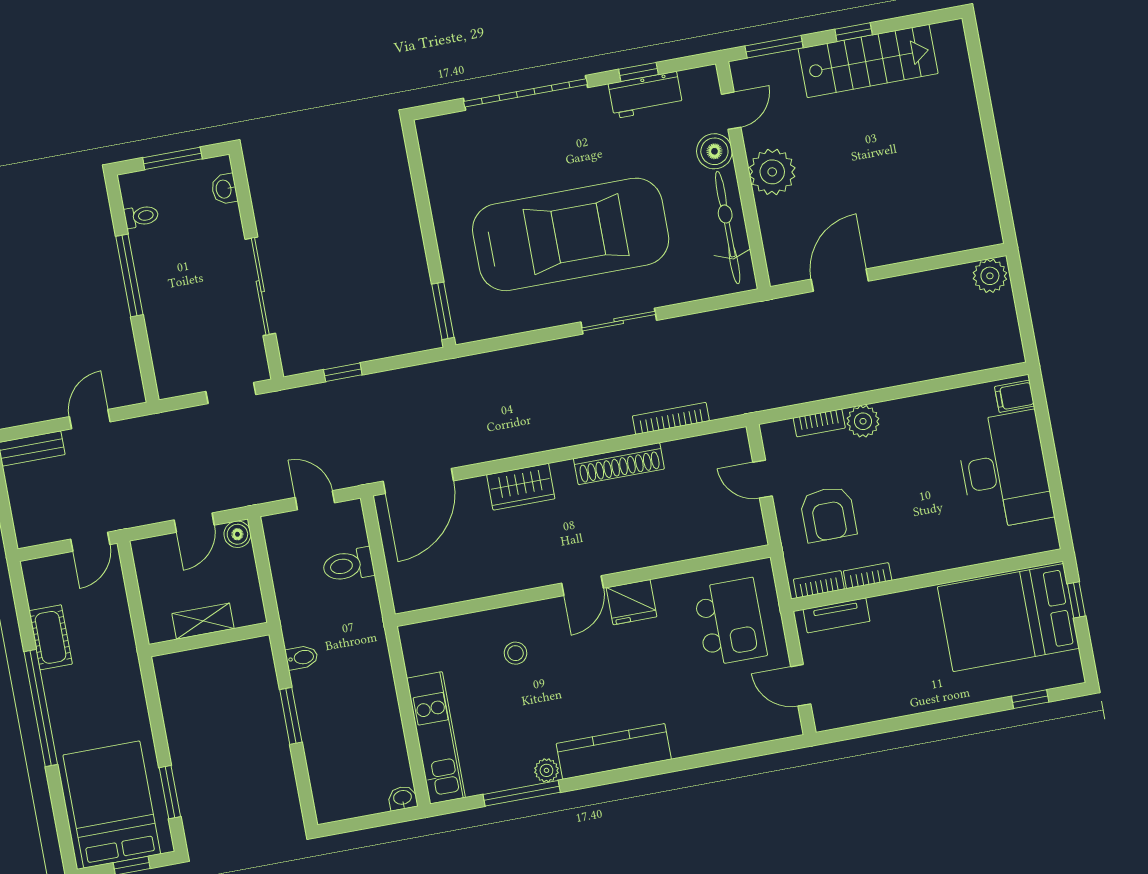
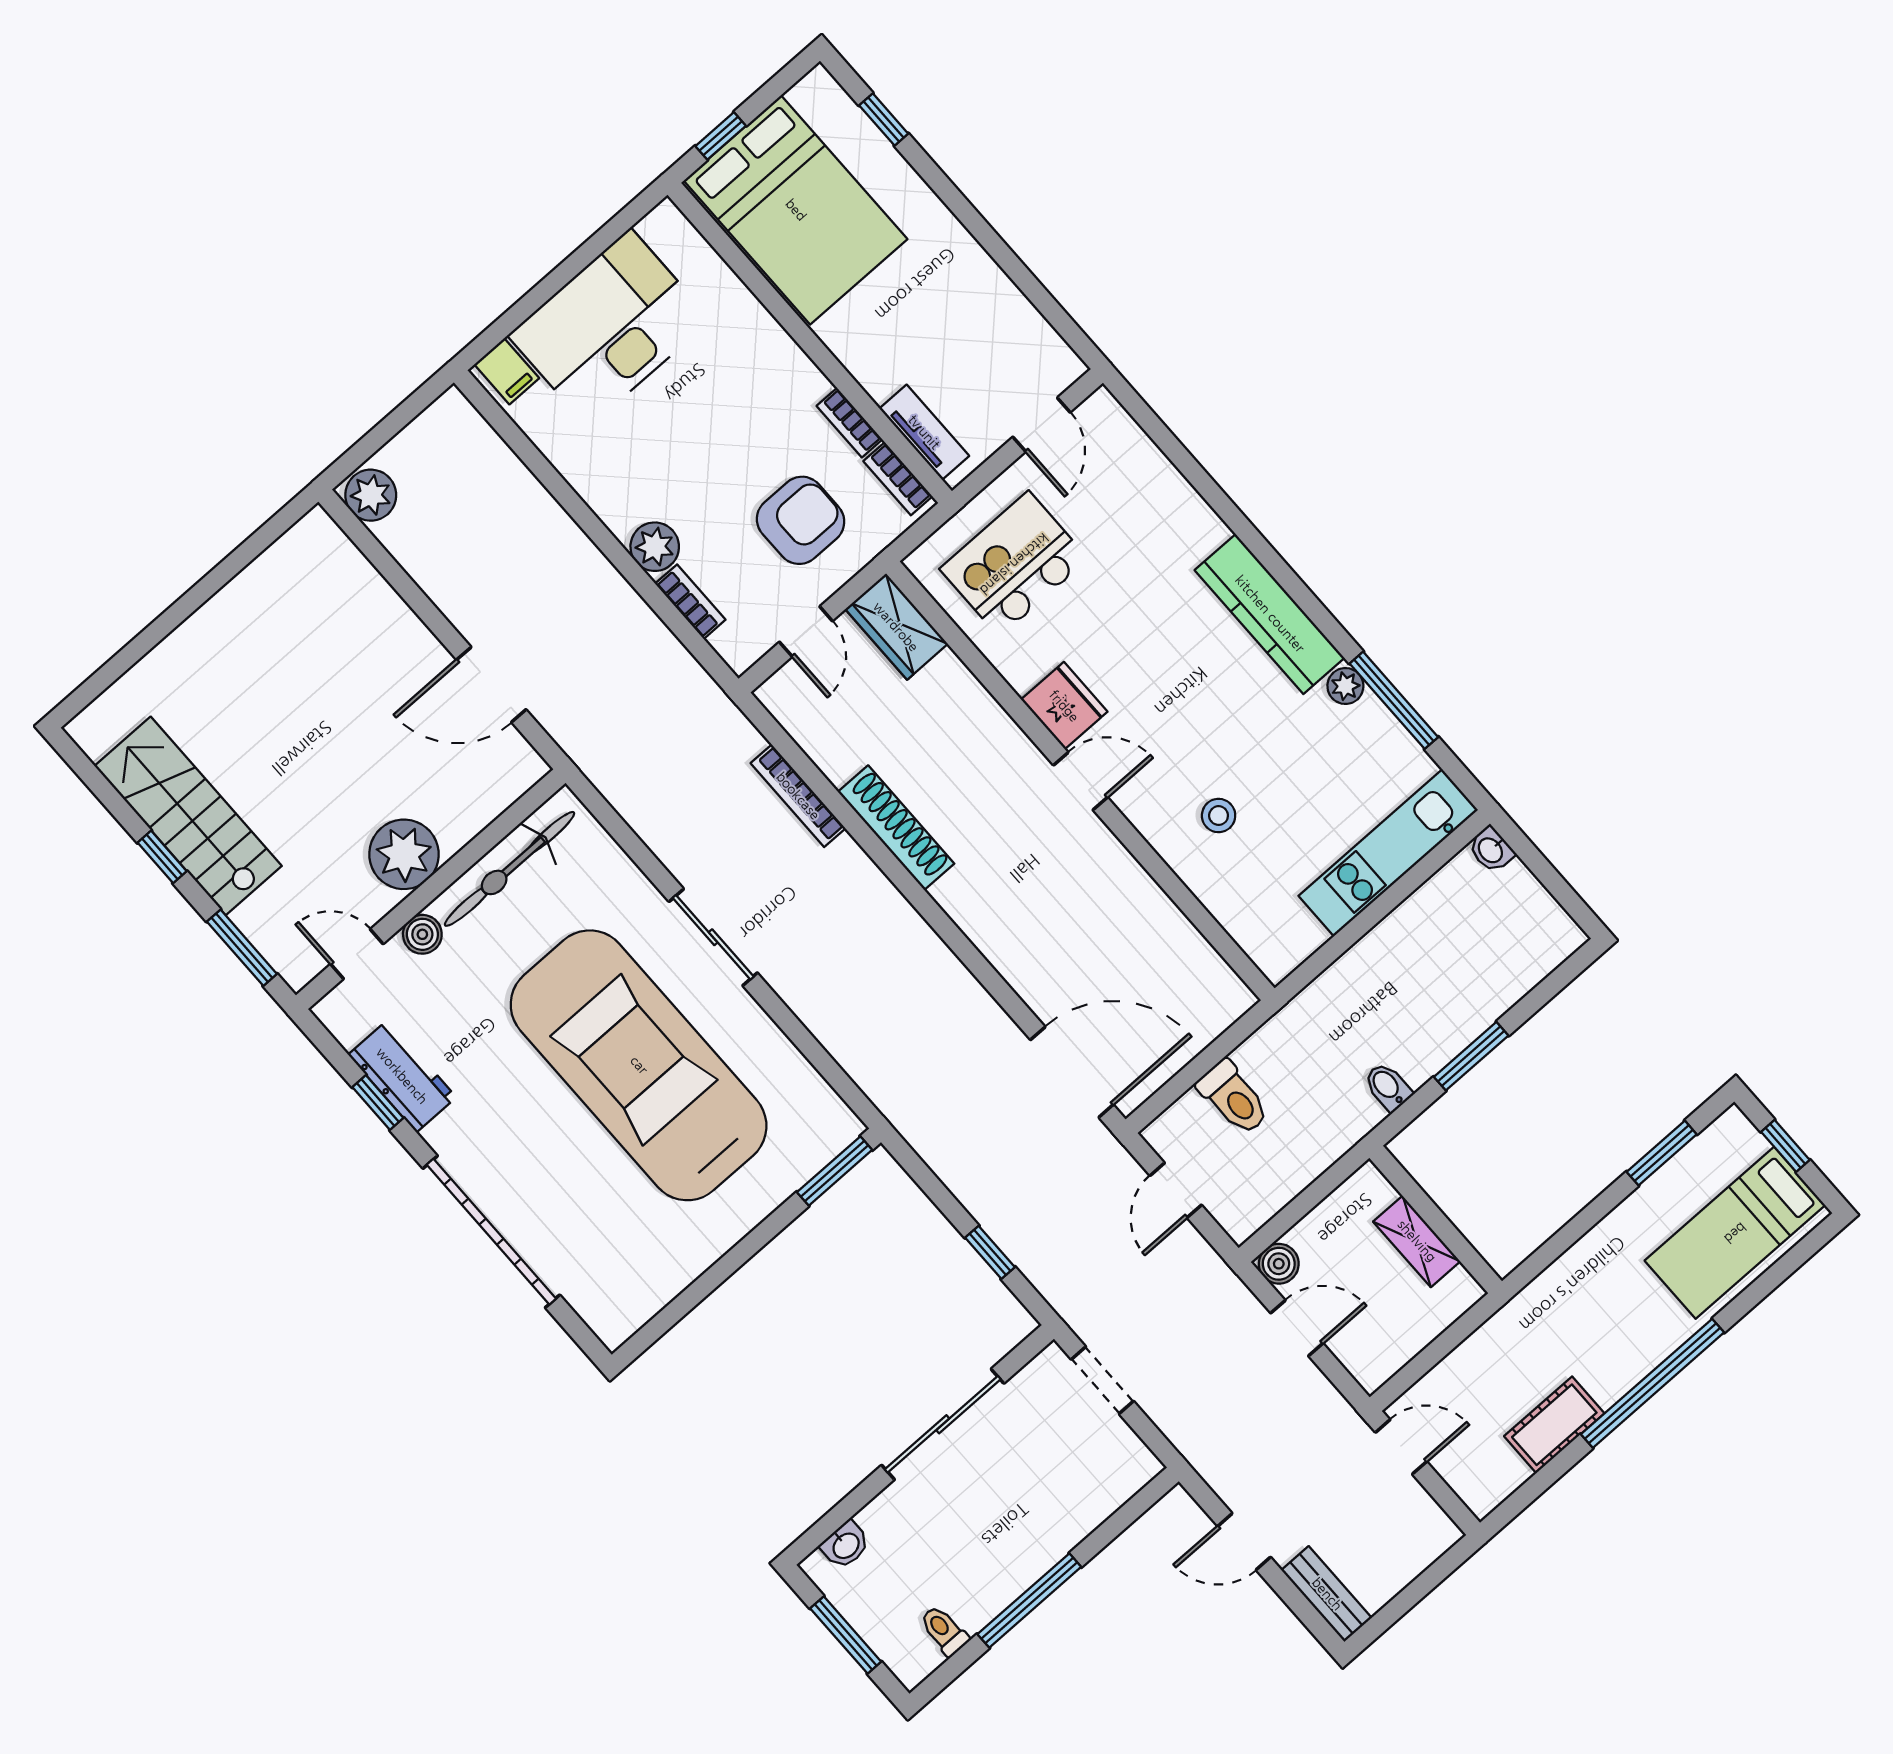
boiler: (714, 151) -> (422, 934), width x0.73, depth x0.73
wardrobe: (521, 487) -> (896, 627), moved, turned 180
bed: (112, 804) -> (1735, 1233), width x0.67

